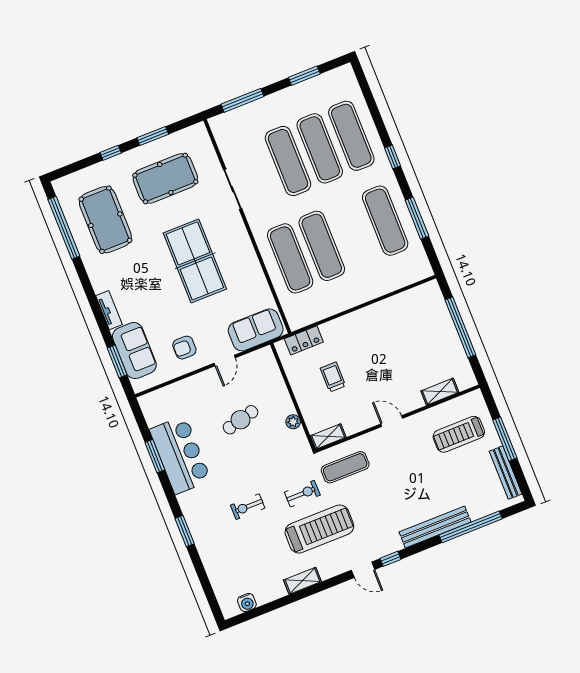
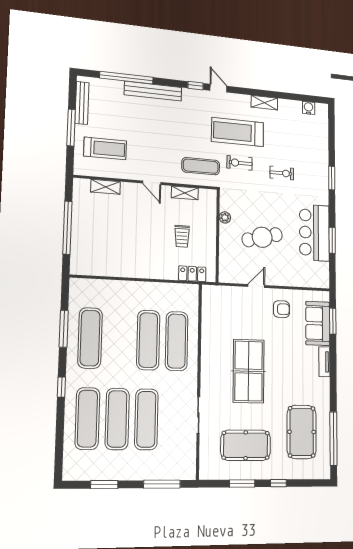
sofa: (256, 330) -> (225, 298), removed
cafe table: (241, 420) -> (262, 237), width x1.37, depth x1.35
shelving: (328, 437) -> (185, 193), moved

